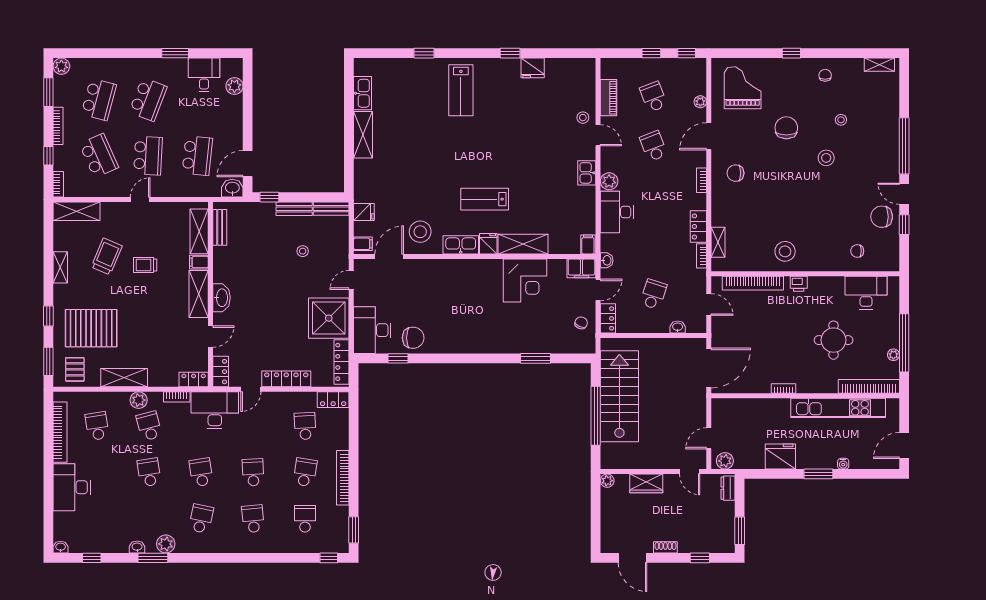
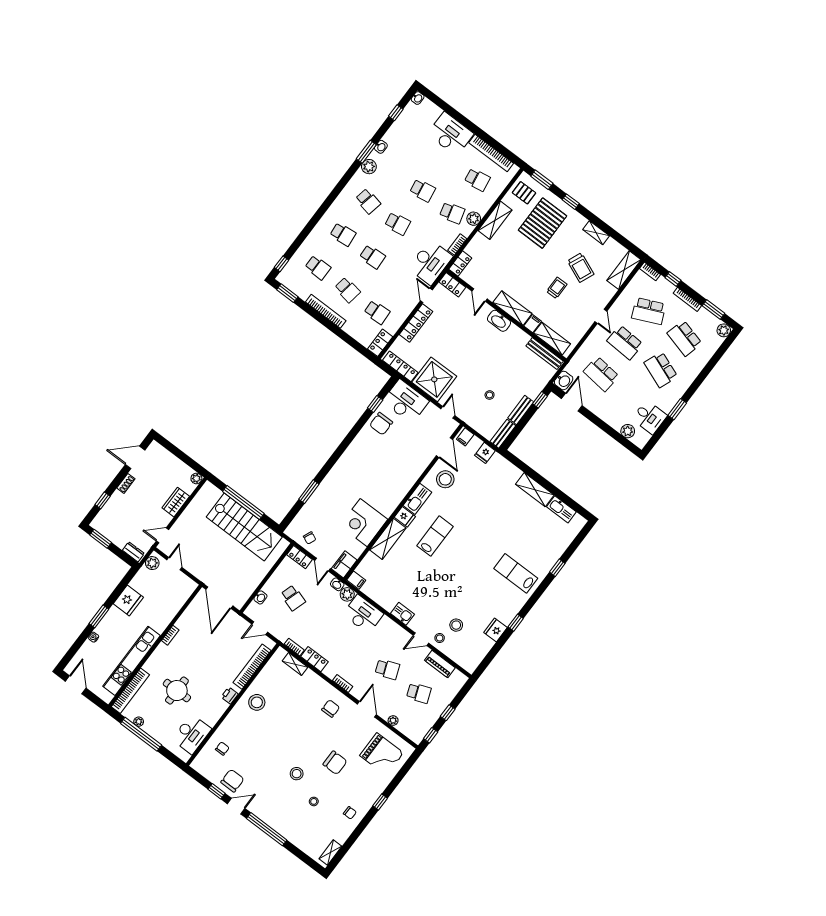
stool: (557, 111) -> (456, 625), added
plant: (609, 181) -> (347, 594), moved
bench: (220, 227) -> (545, 354), width x1.36

